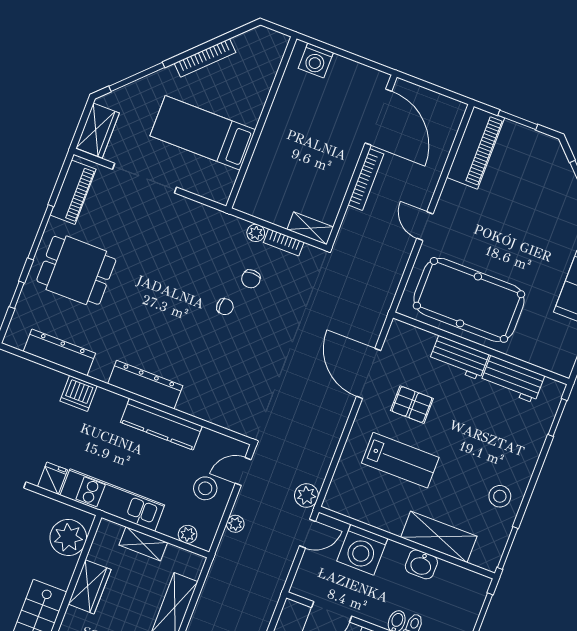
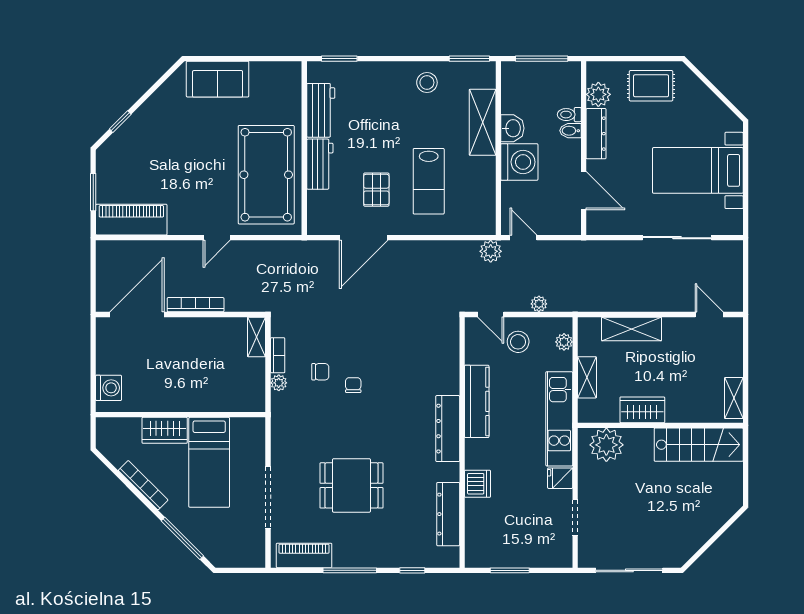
wardrobe: (98, 130) -> (165, 430), moved, turned 180
dining table: (76, 270) -> (351, 485), moved, turned 90
lab bench: (400, 460) -> (429, 181), turned 180
washing machine: (362, 550) -> (519, 162), moved

